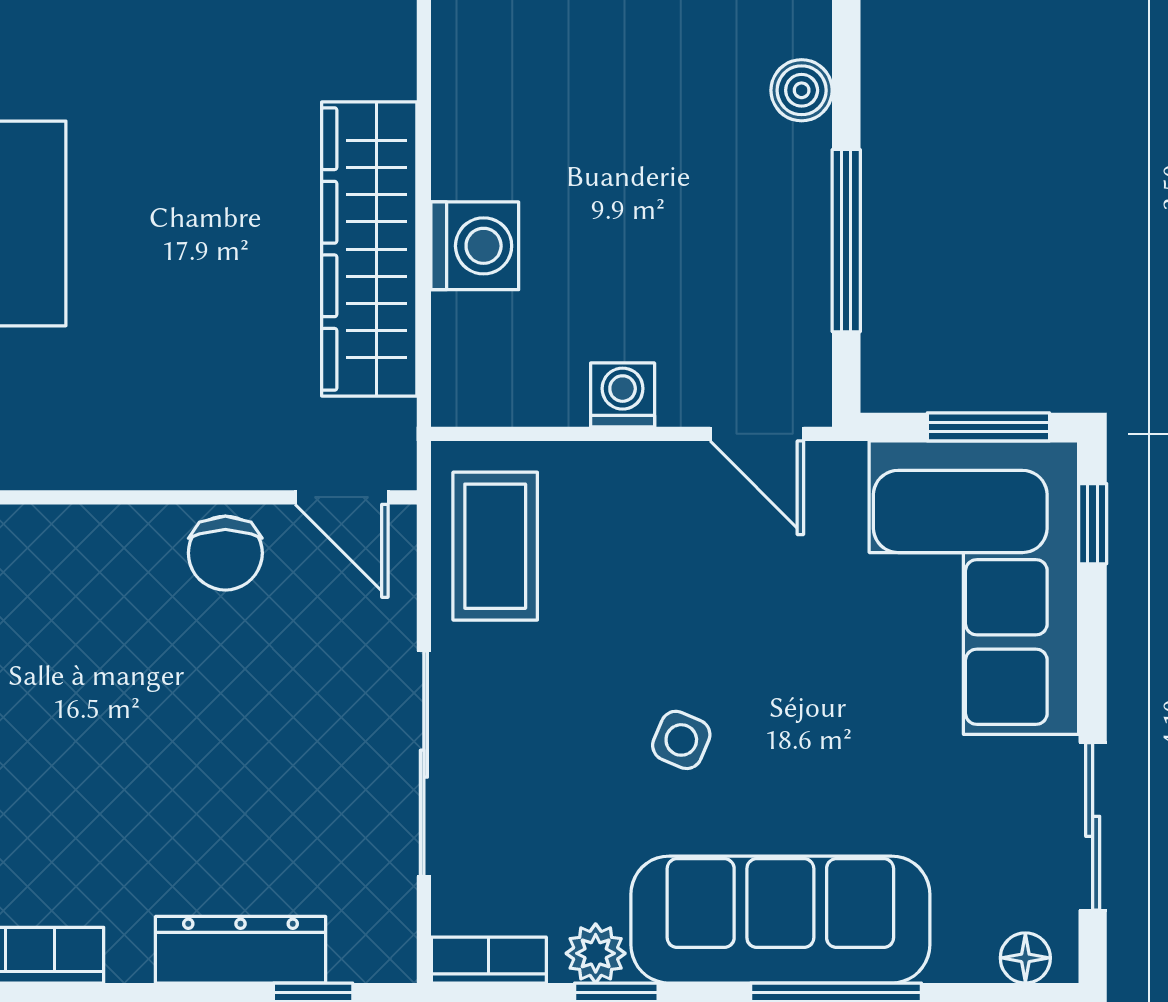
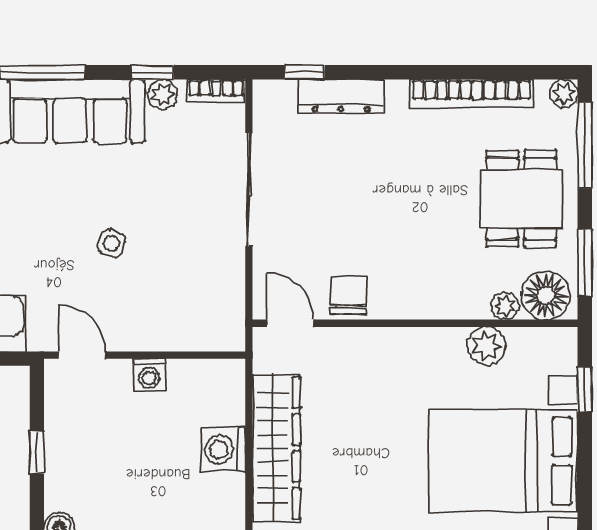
window: (846, 241) -> (37, 452), width x0.46
coffee table: (495, 546) -> (213, 299), removed
side table: (681, 740) -> (112, 243), moved

